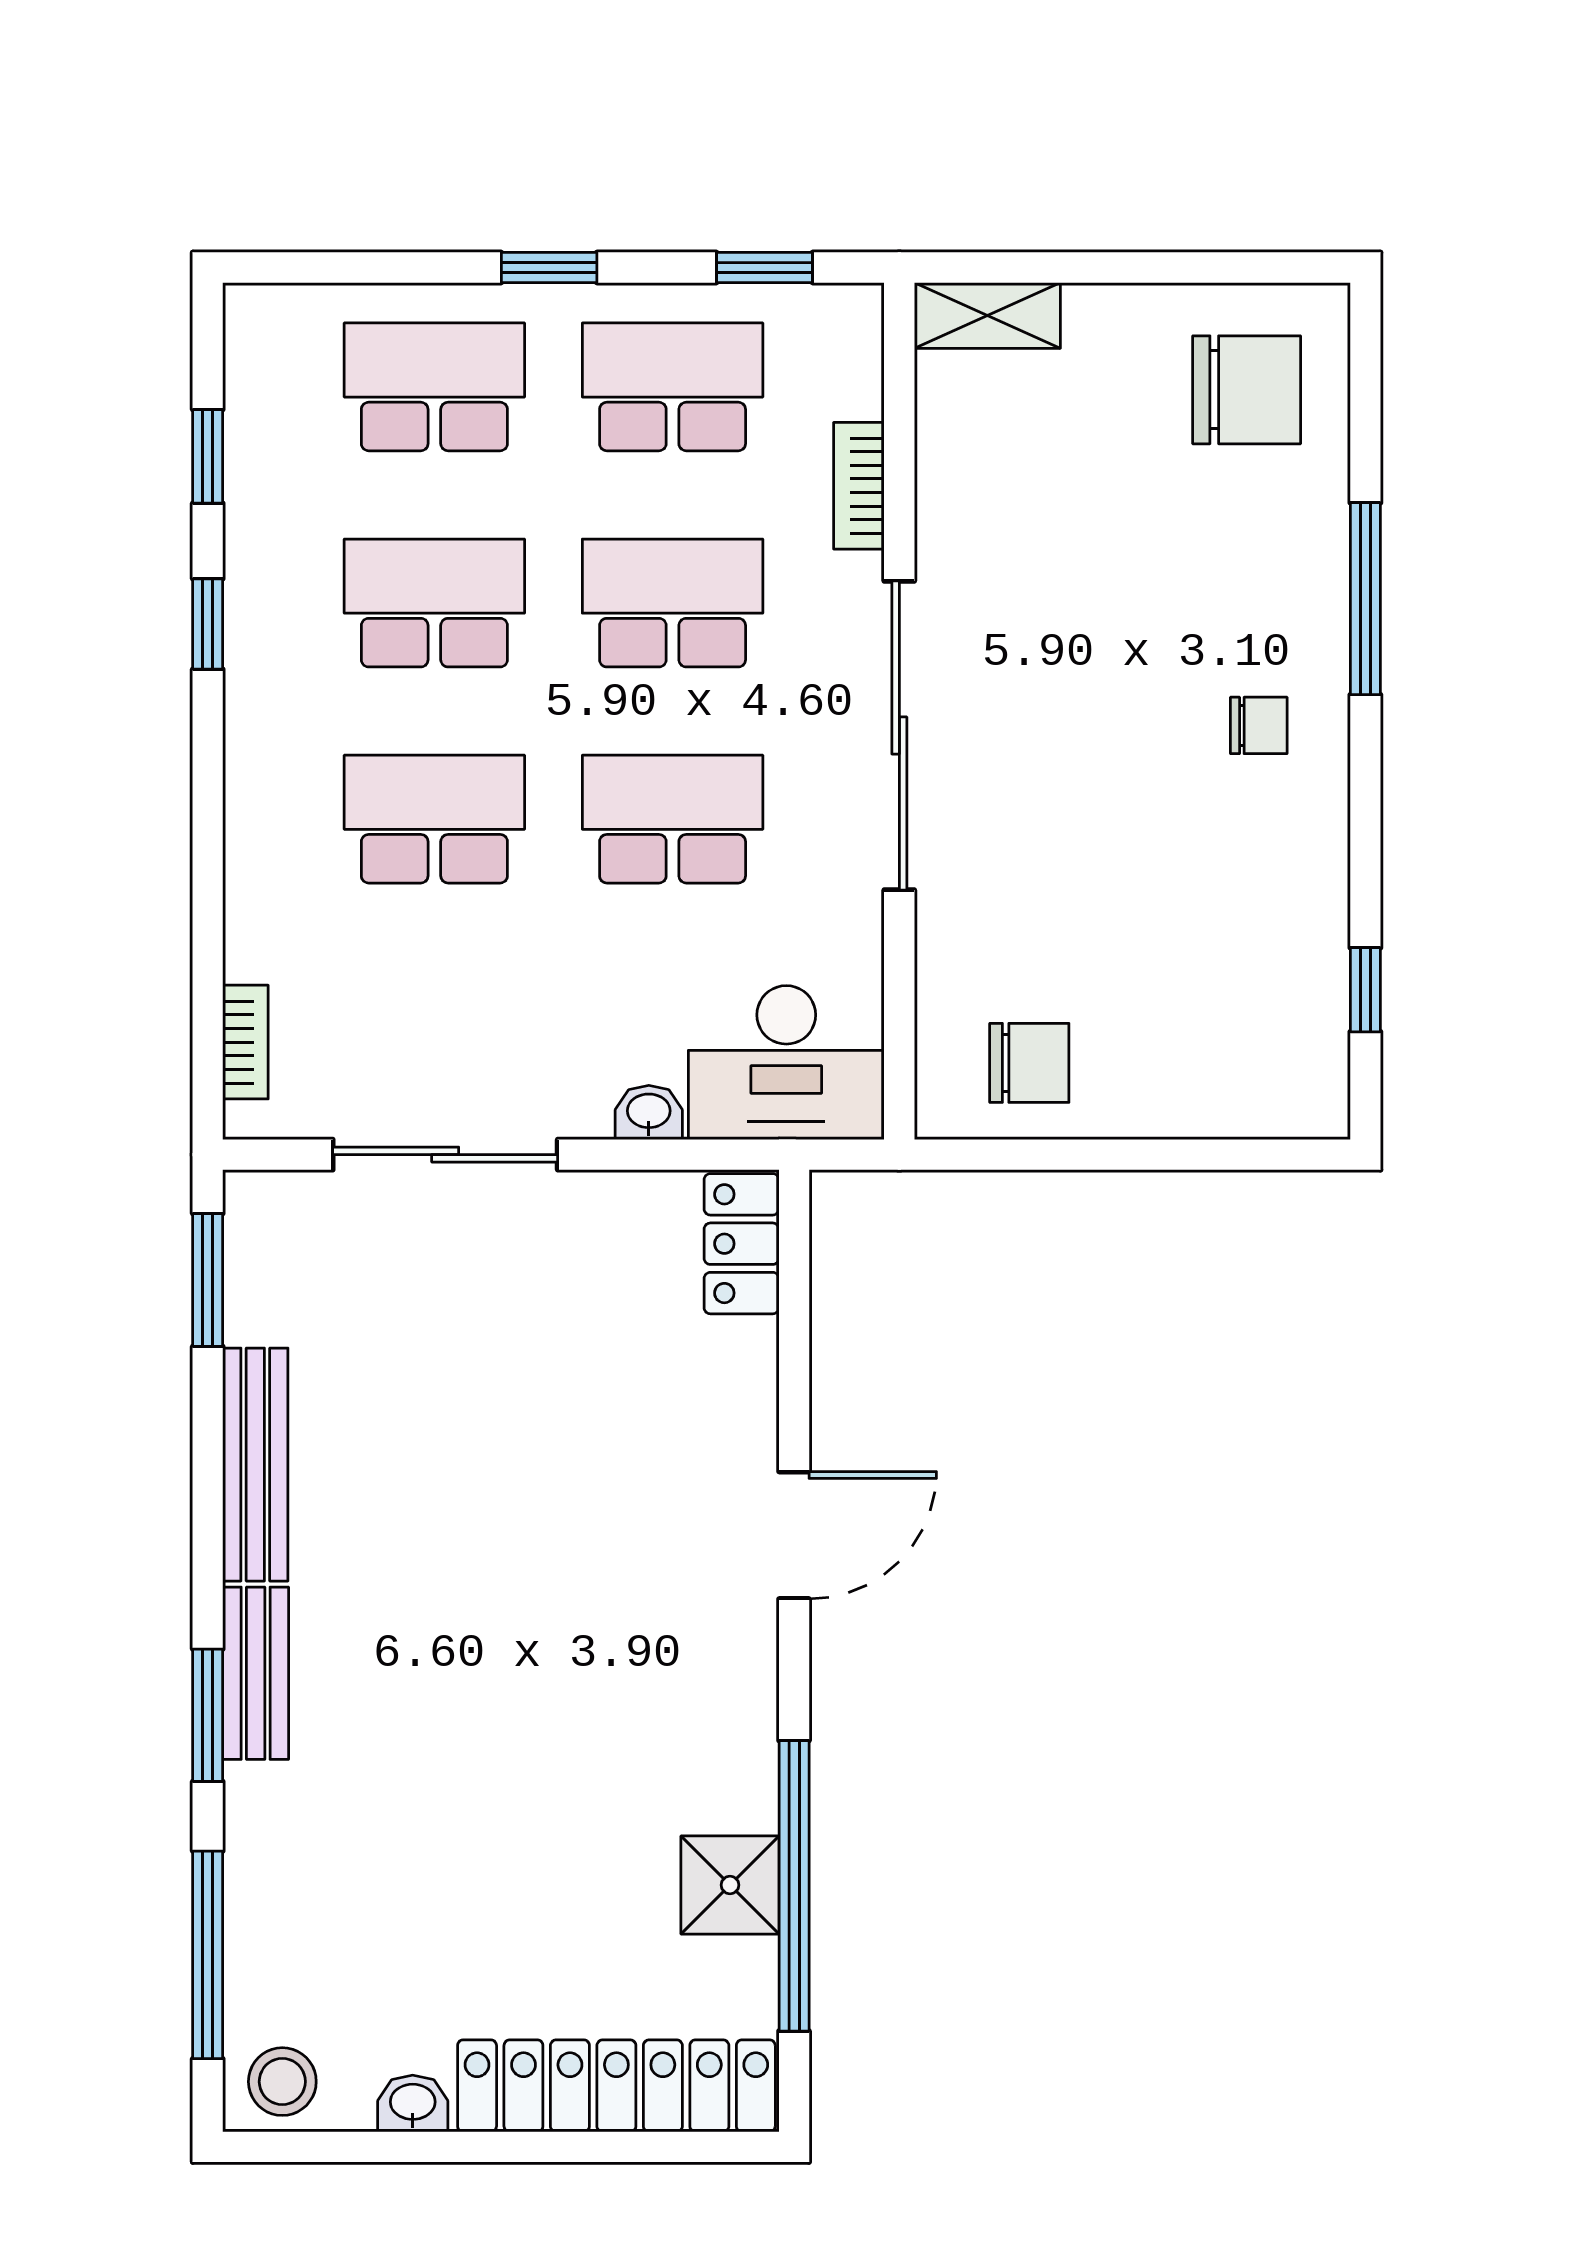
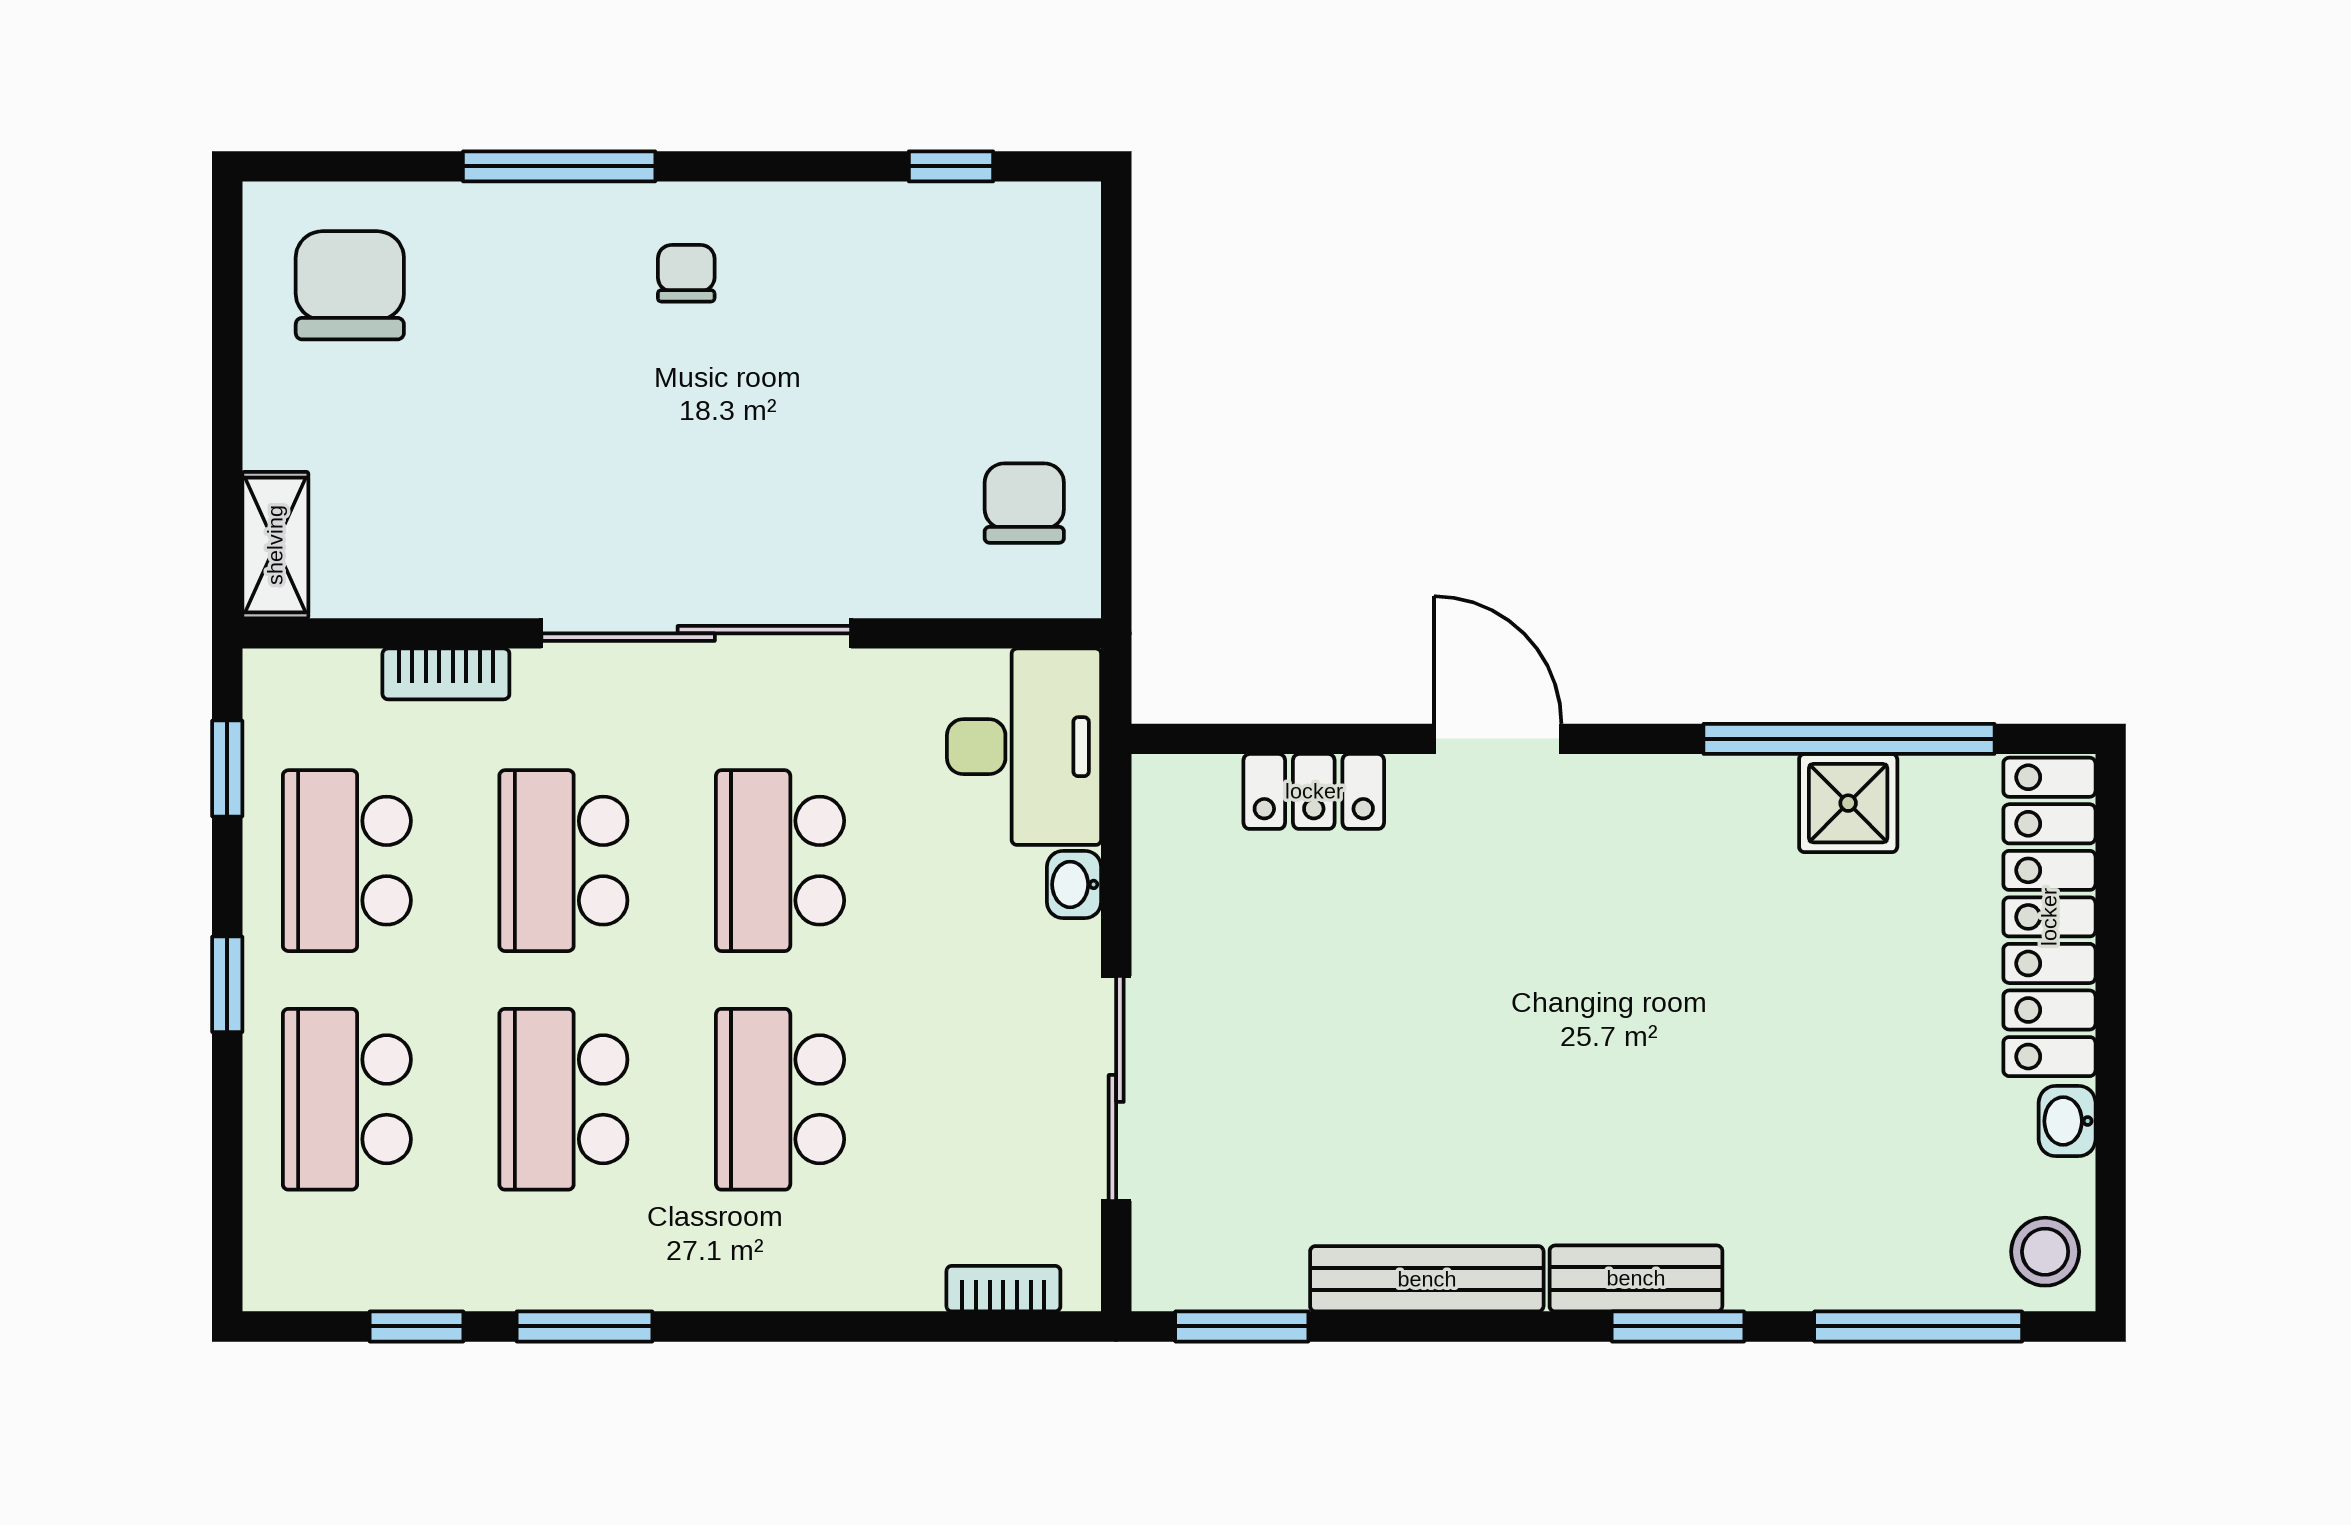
window: (208, 624) -> (585, 1326), width x1.50
locker: (742, 1244) -> (1314, 791), moved

